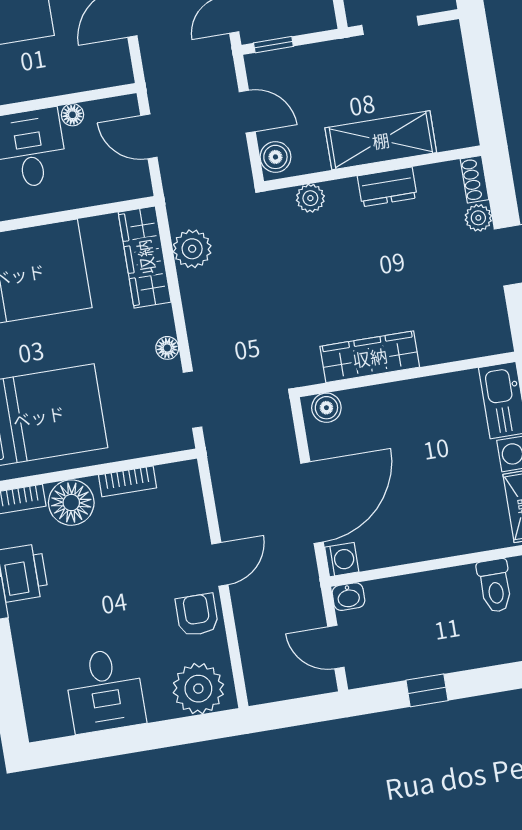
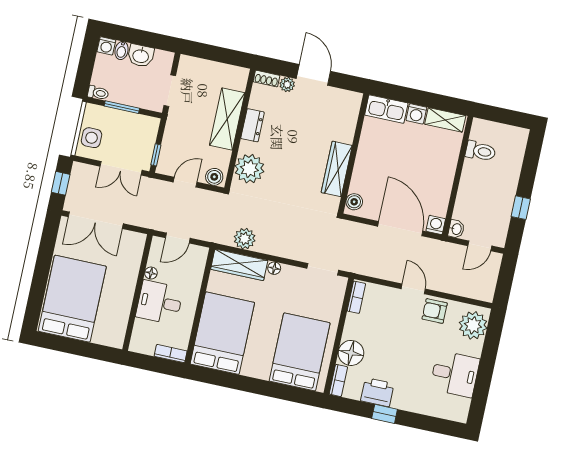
plant: (310, 198) -> (249, 169), width x1.88, depth x1.88
floor lamp: (167, 348) -> (274, 268), moved
bookcase: (128, 481) -> (356, 297), moved

